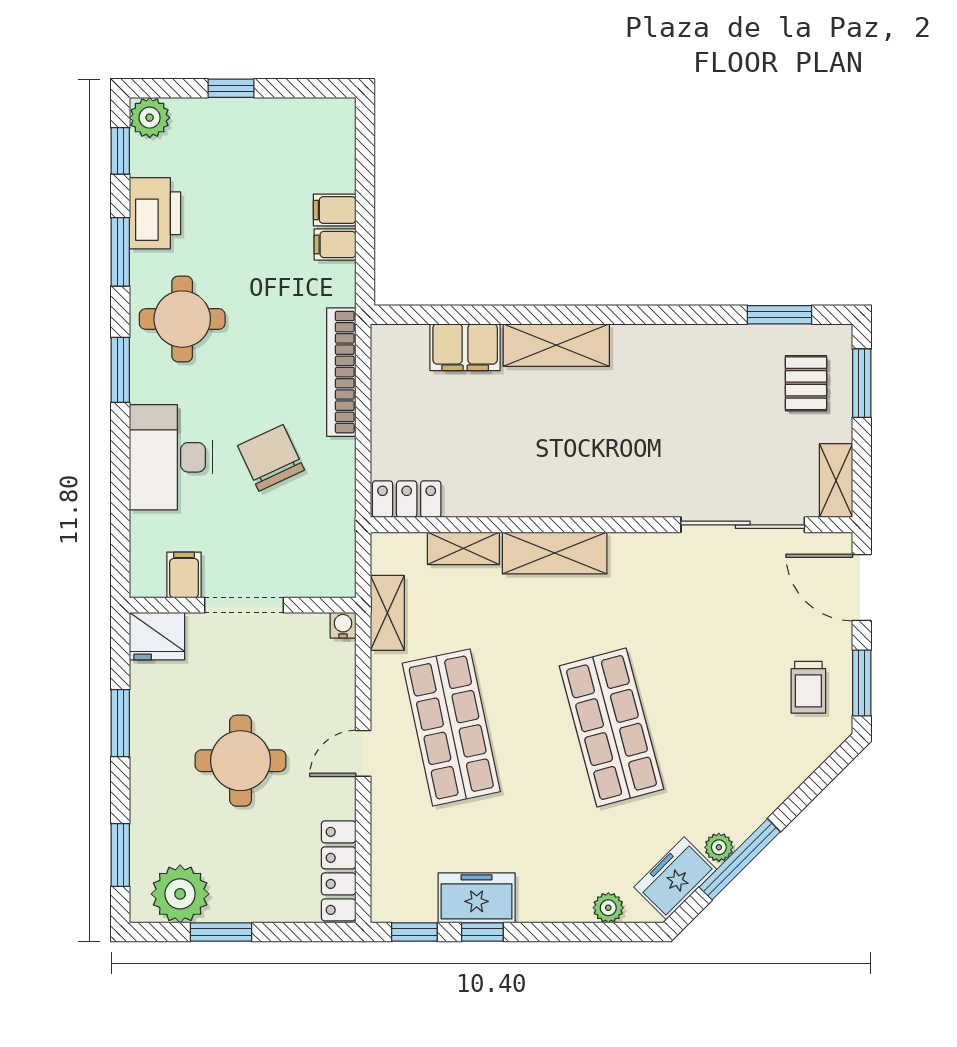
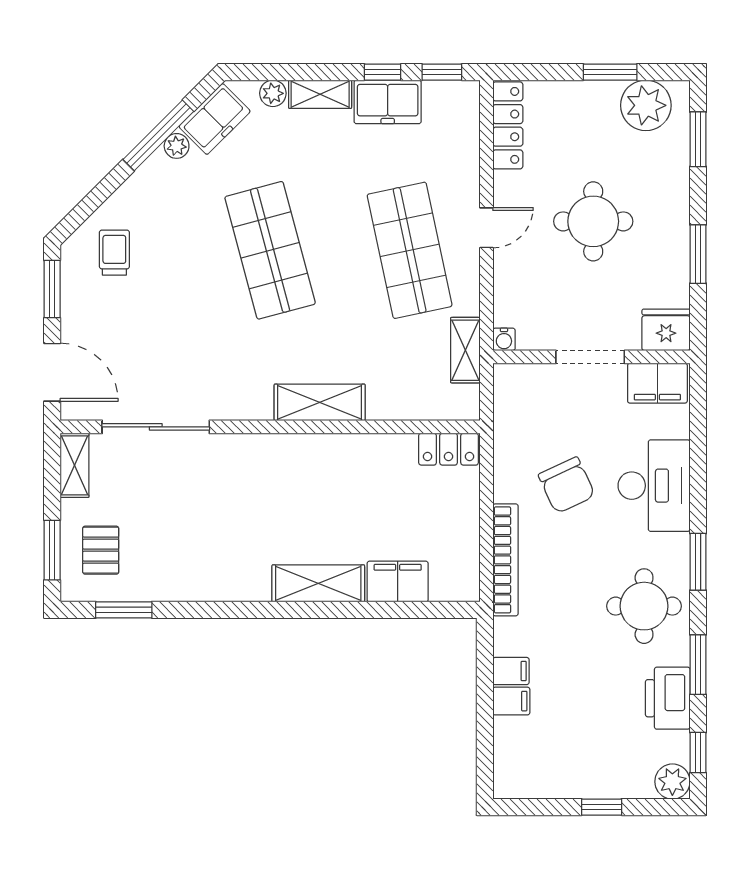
shelving: (463, 548) -> (320, 94), moved
filing cabinet: (184, 575) -> (657, 383), width x2.00
trolley: (808, 687) -> (114, 253), moved

